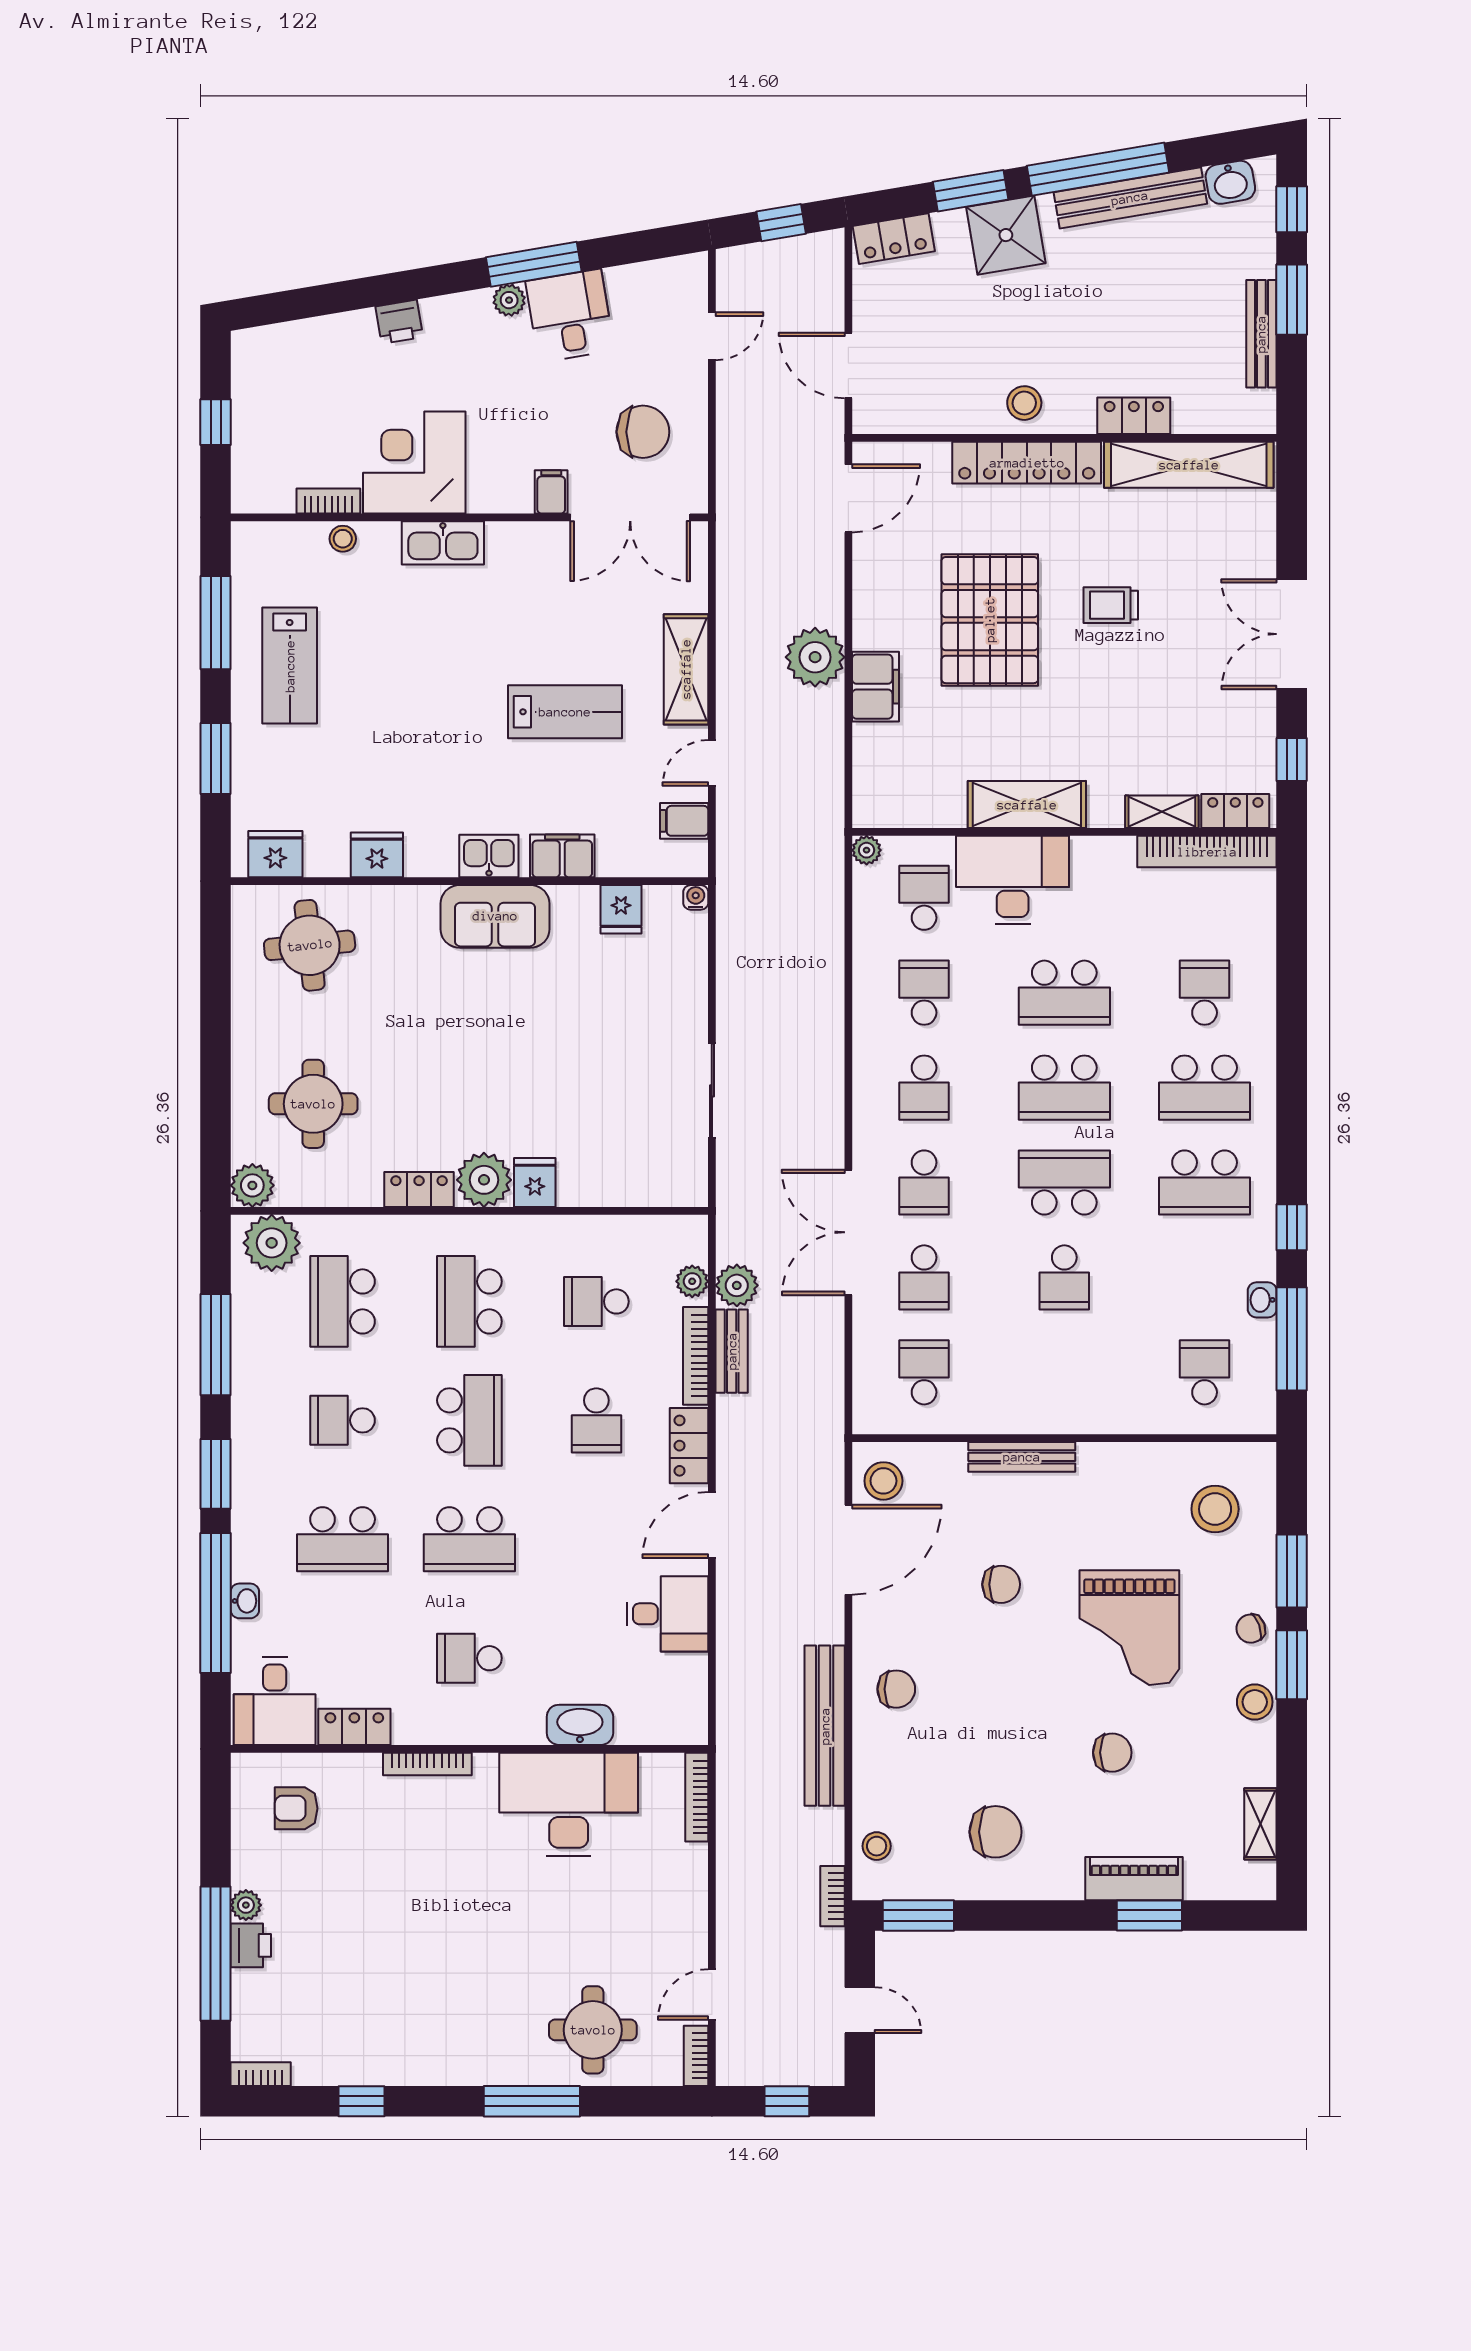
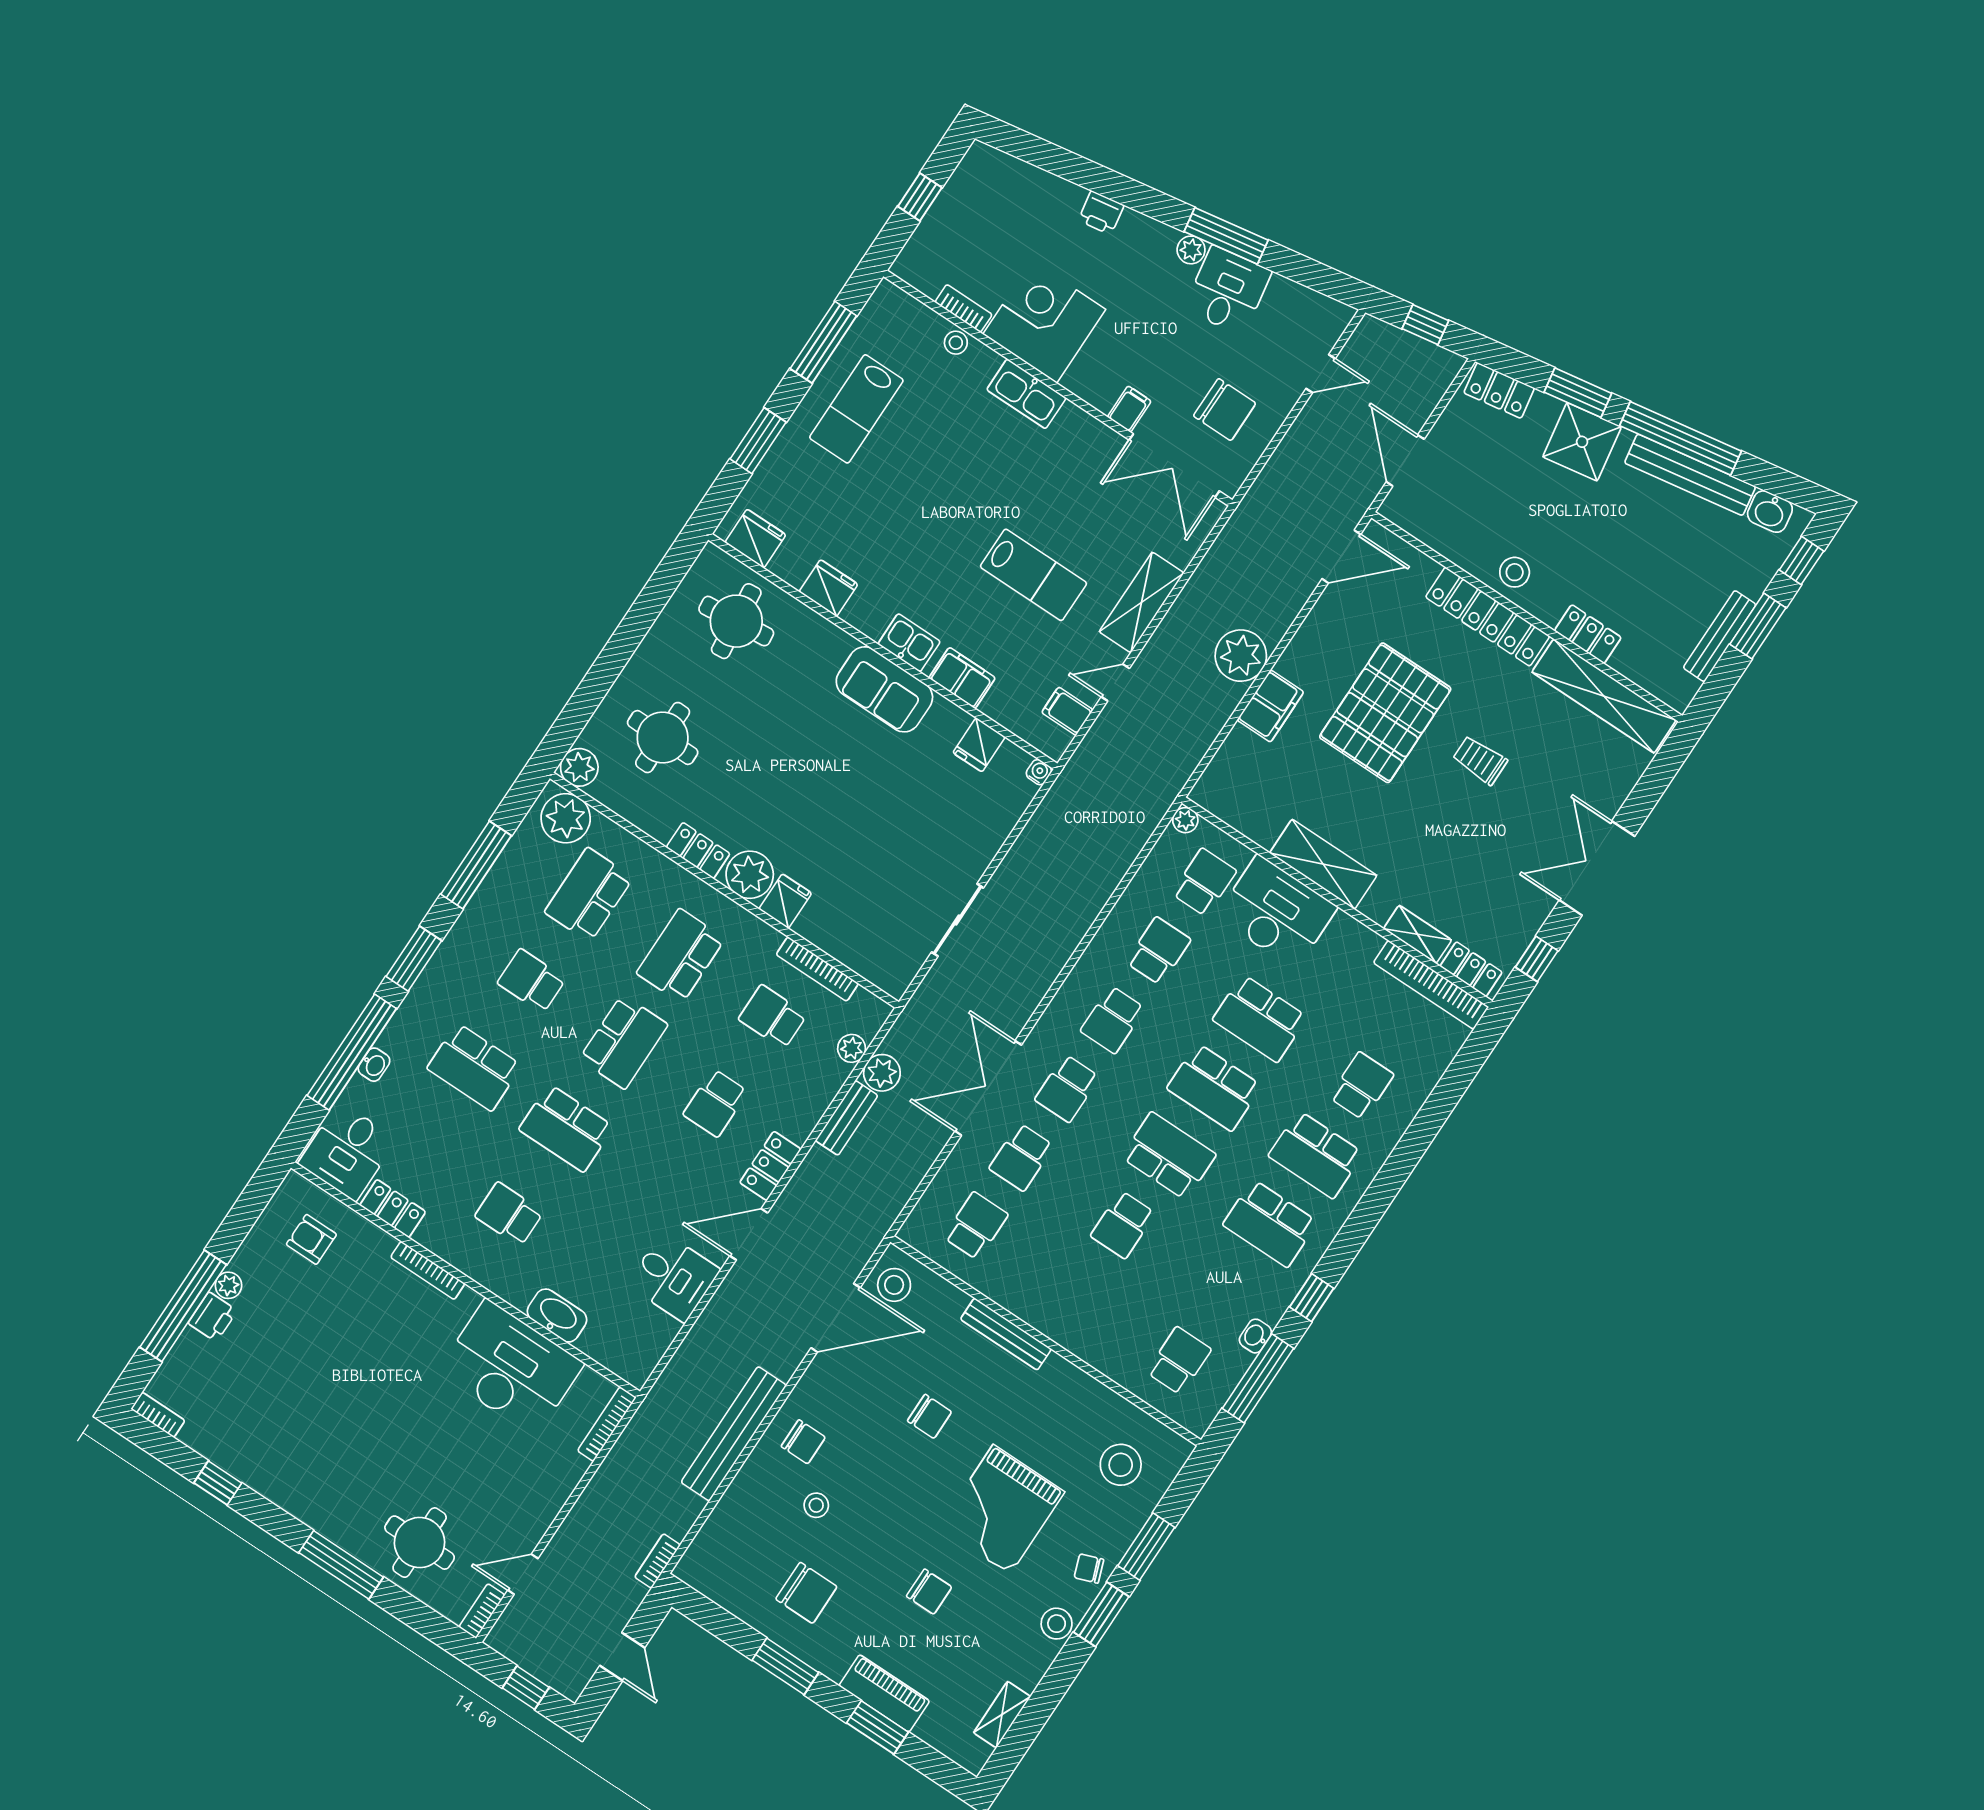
bookcase: (696, 1356) -> (817, 969), moved, turned -90
stool: (877, 1846) -> (816, 1505), moved
window: (918, 1916) -> (785, 1666), moved

